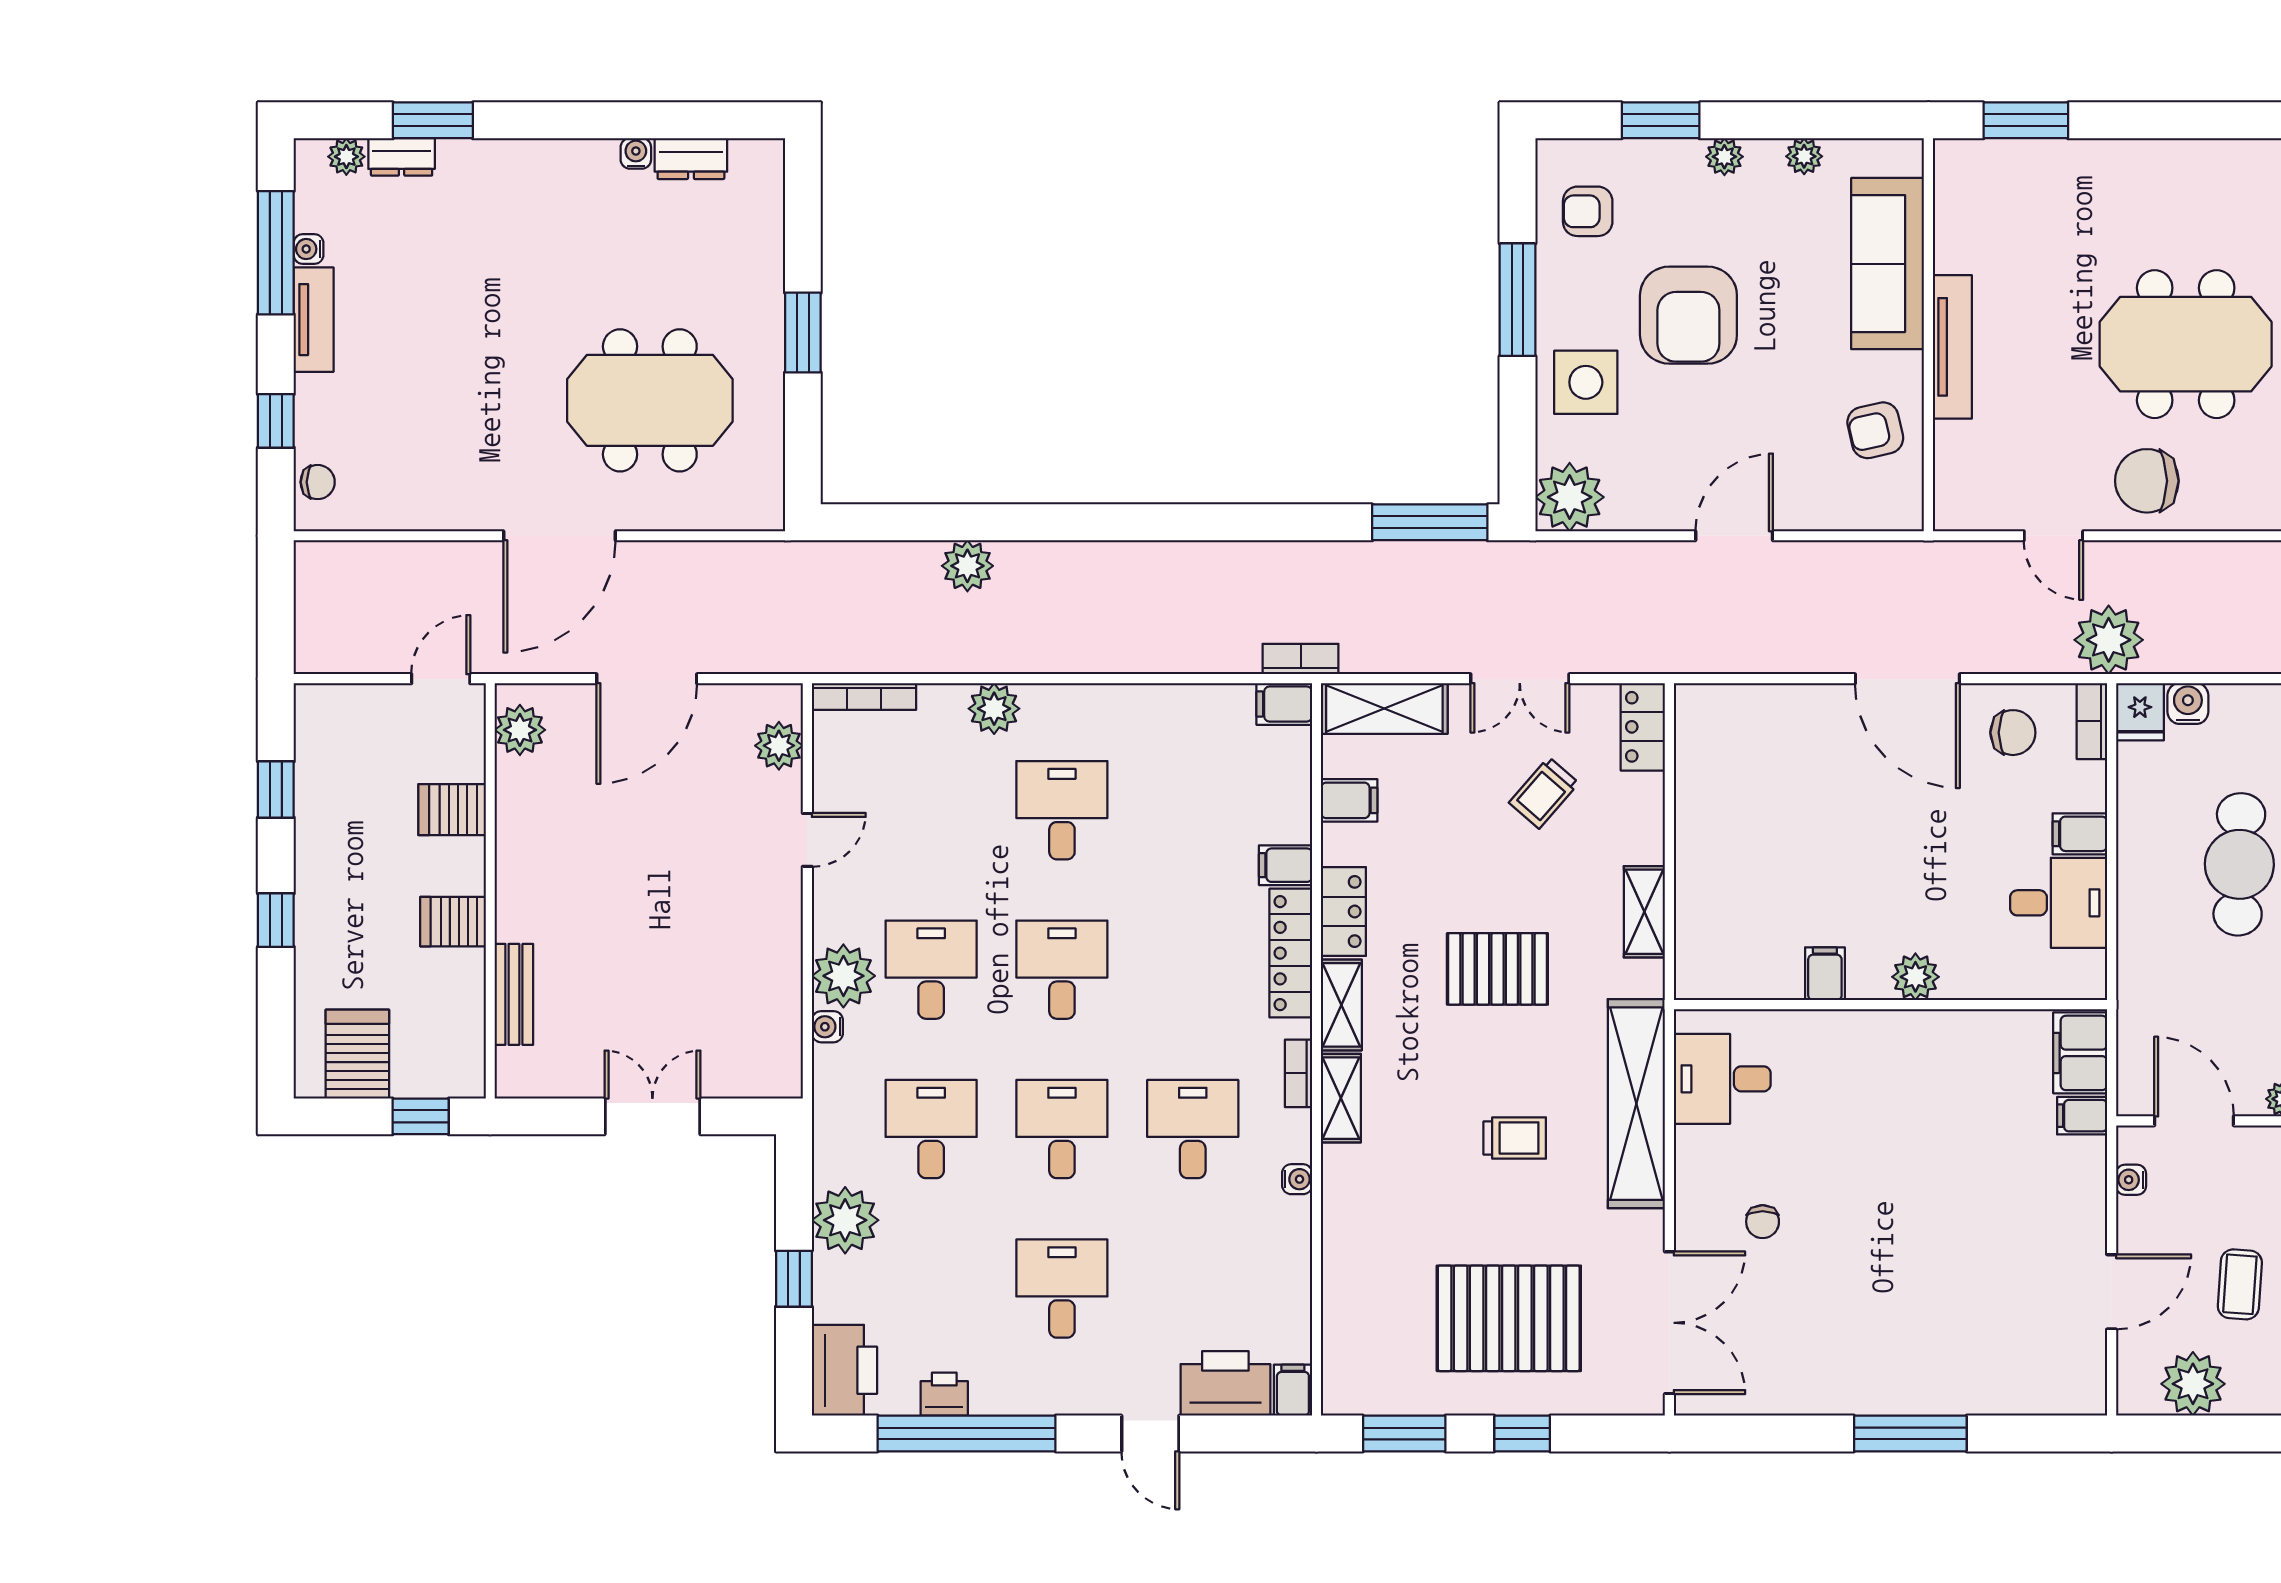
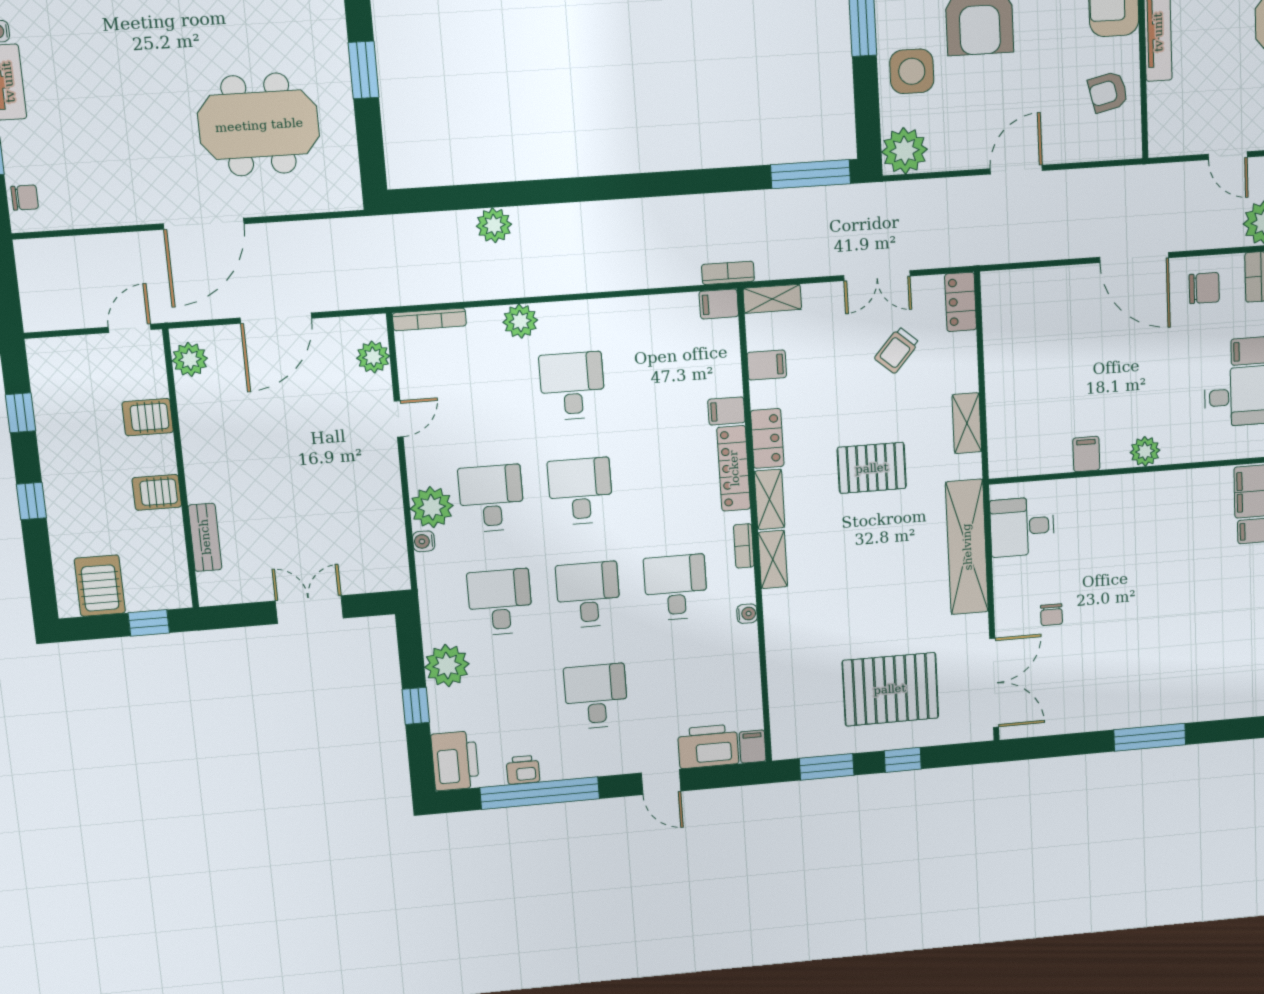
shelving: (1384, 708) -> (772, 299), width x0.67, depth x0.75
trolley: (1515, 1138) -> (889, 575), removed

